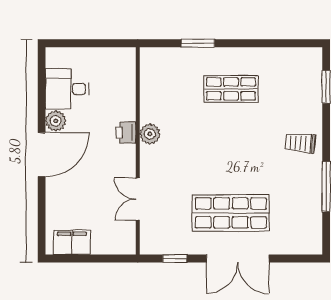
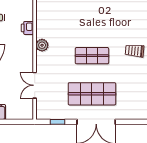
shop shelf: (231, 89) -> (92, 56), moved
printer: (126, 133) -> (27, 28), moved

